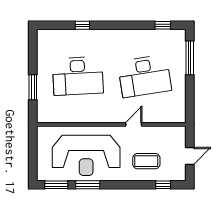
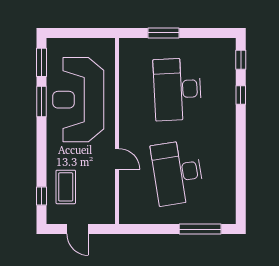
window: (163, 25) -> (241, 60), moved
coffee table: (146, 161) -> (66, 187), moved

